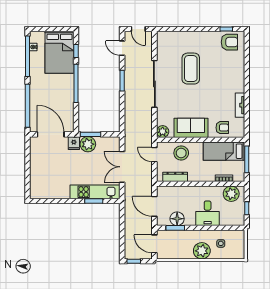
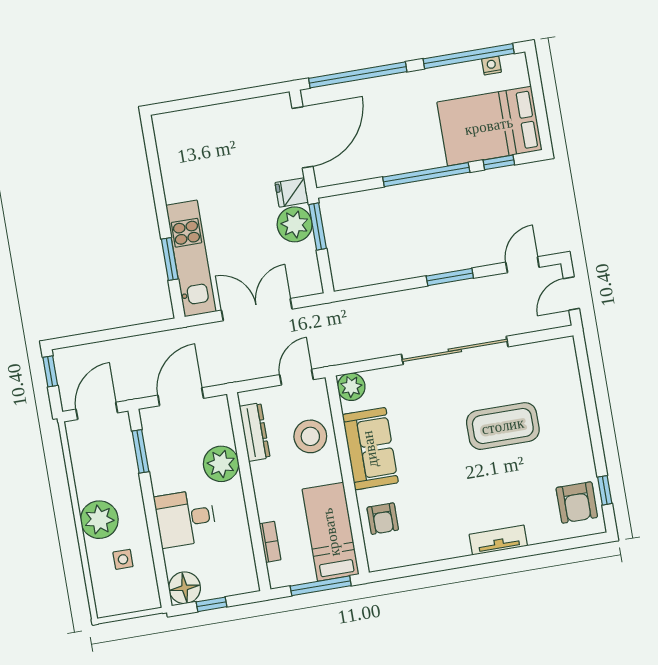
tv unit: (240, 105) -> (498, 540), moved
plant: (231, 194) -> (221, 464), moved
floor lamp: (177, 219) -> (185, 588), moved

